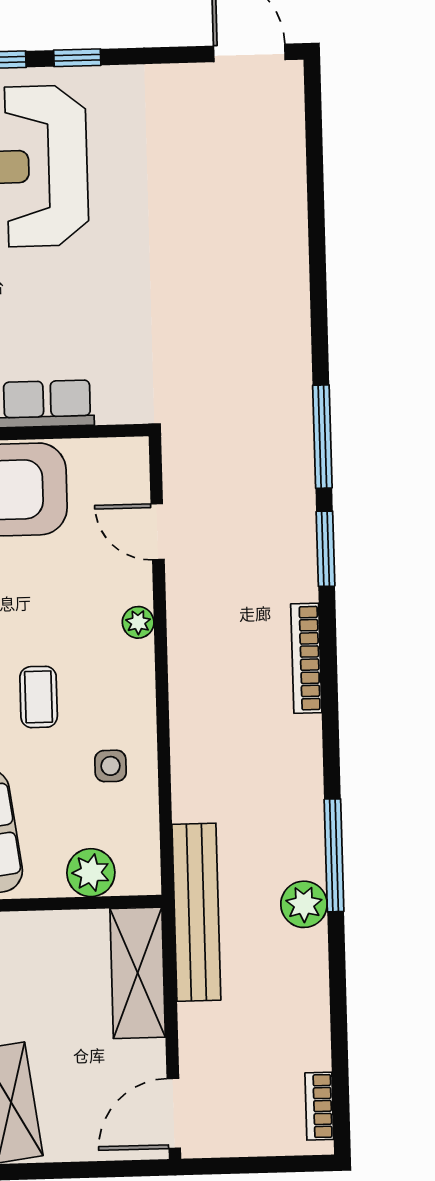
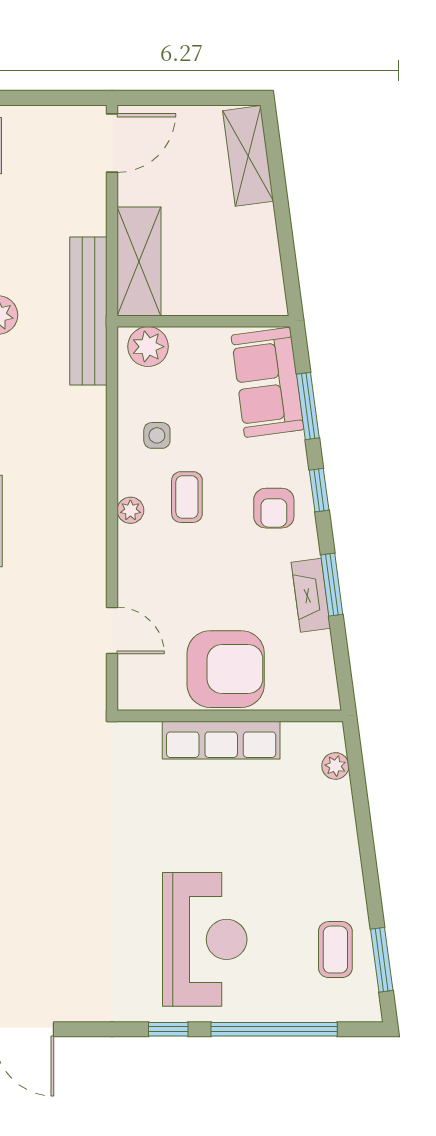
plant: (138, 622) -> (130, 510), moved
coffee table: (39, 697) -> (187, 497), moved
plant: (91, 873) -> (148, 347), moved

